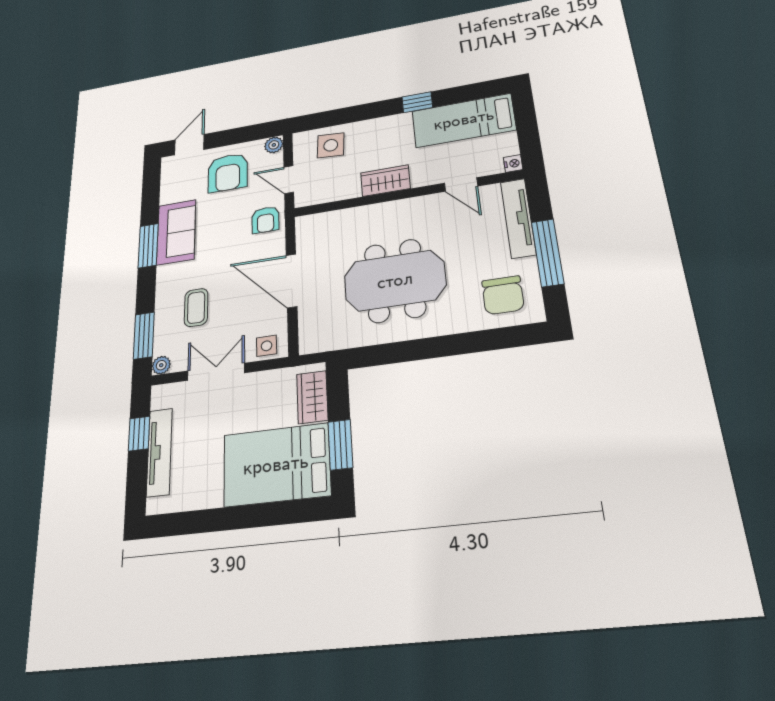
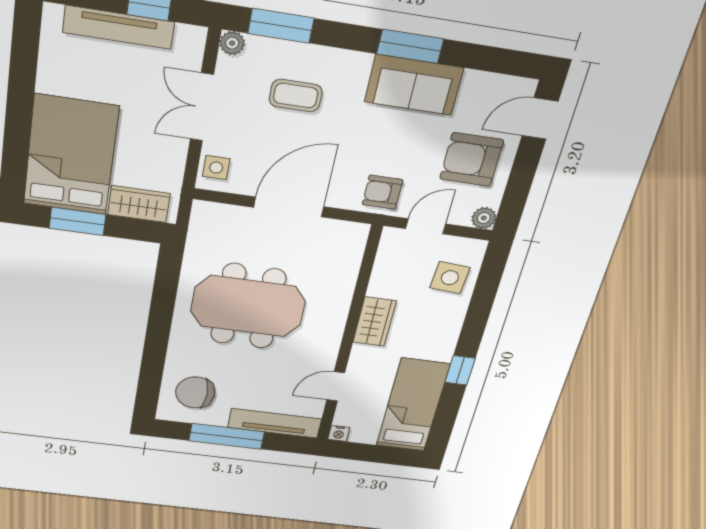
door: (189, 145) -> (540, 119), swing flipped
meeting table: (395, 281) -> (248, 306), turned 90
double door: (216, 372) -> (202, 107), swing flipped

